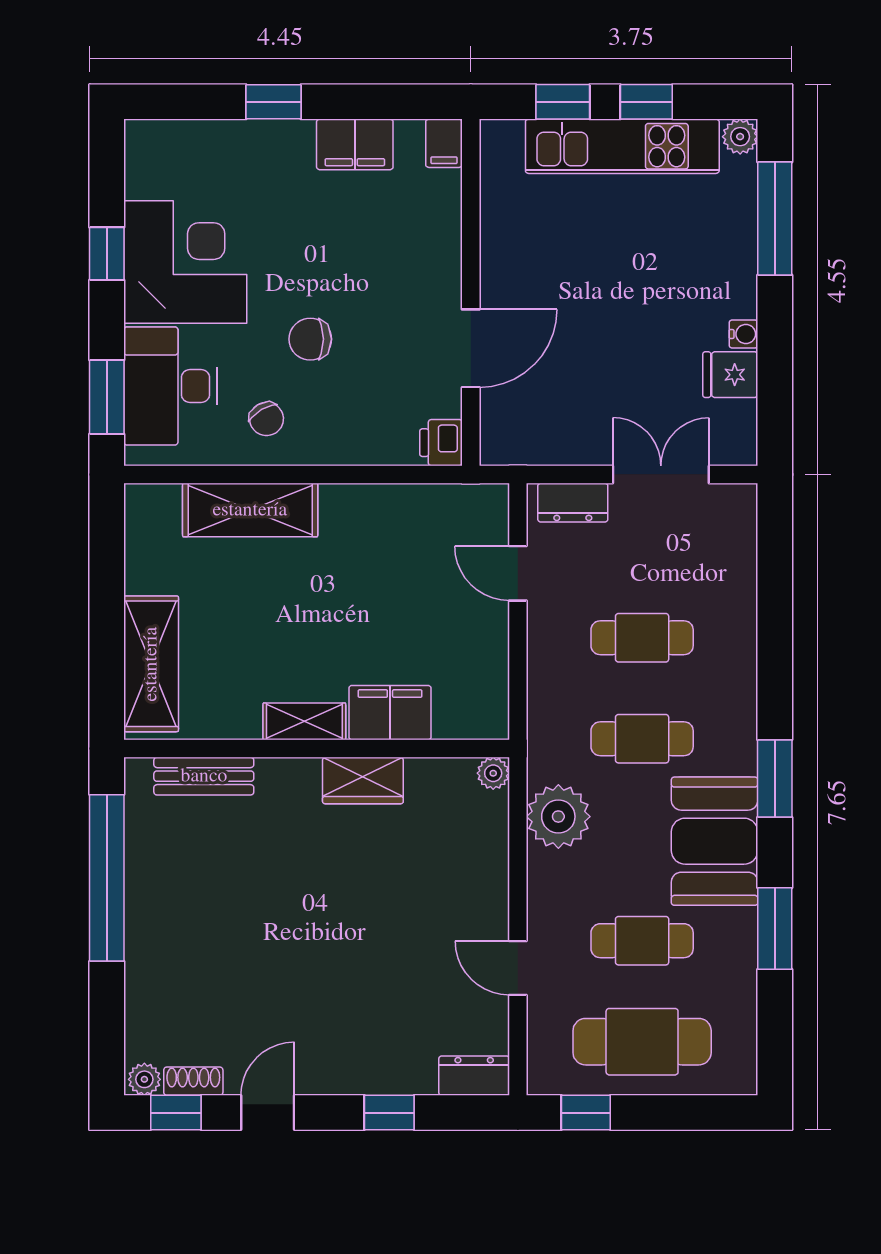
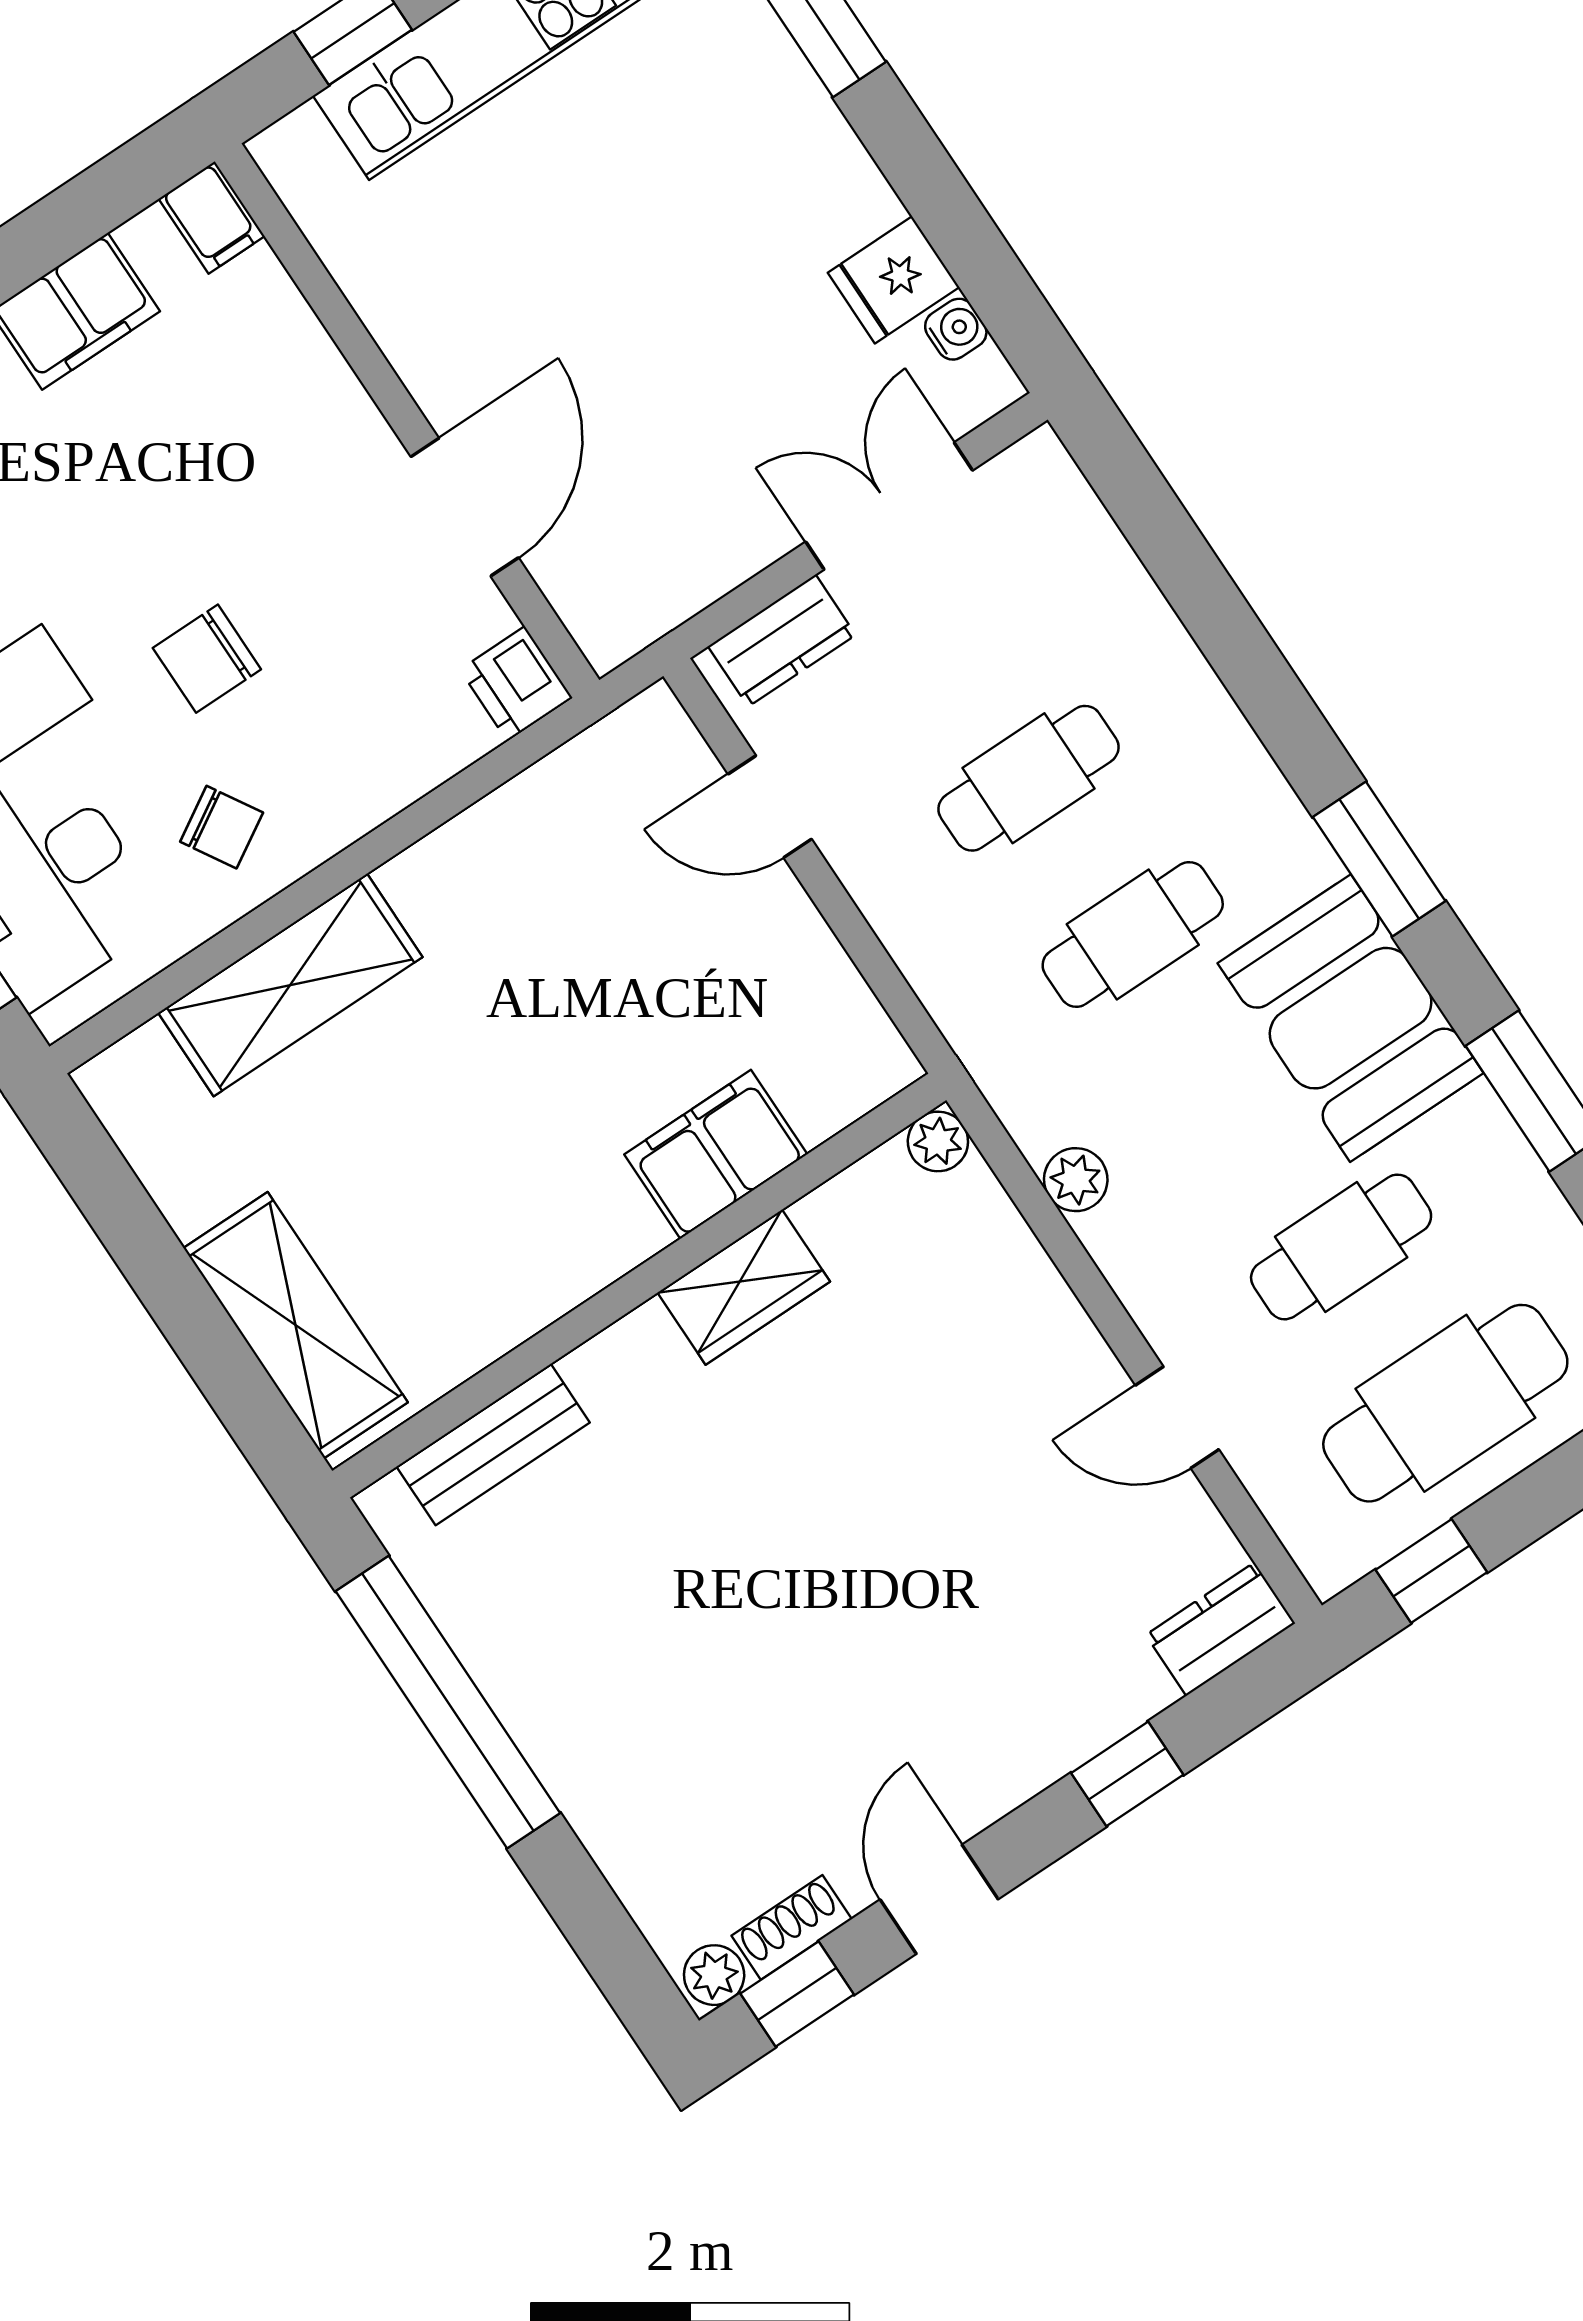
water cooler: (744, 334) -> (956, 329), moved
shelving: (304, 721) -> (592, 1256), removed
plant: (558, 817) -> (1076, 1180), width x0.53, depth x0.53

